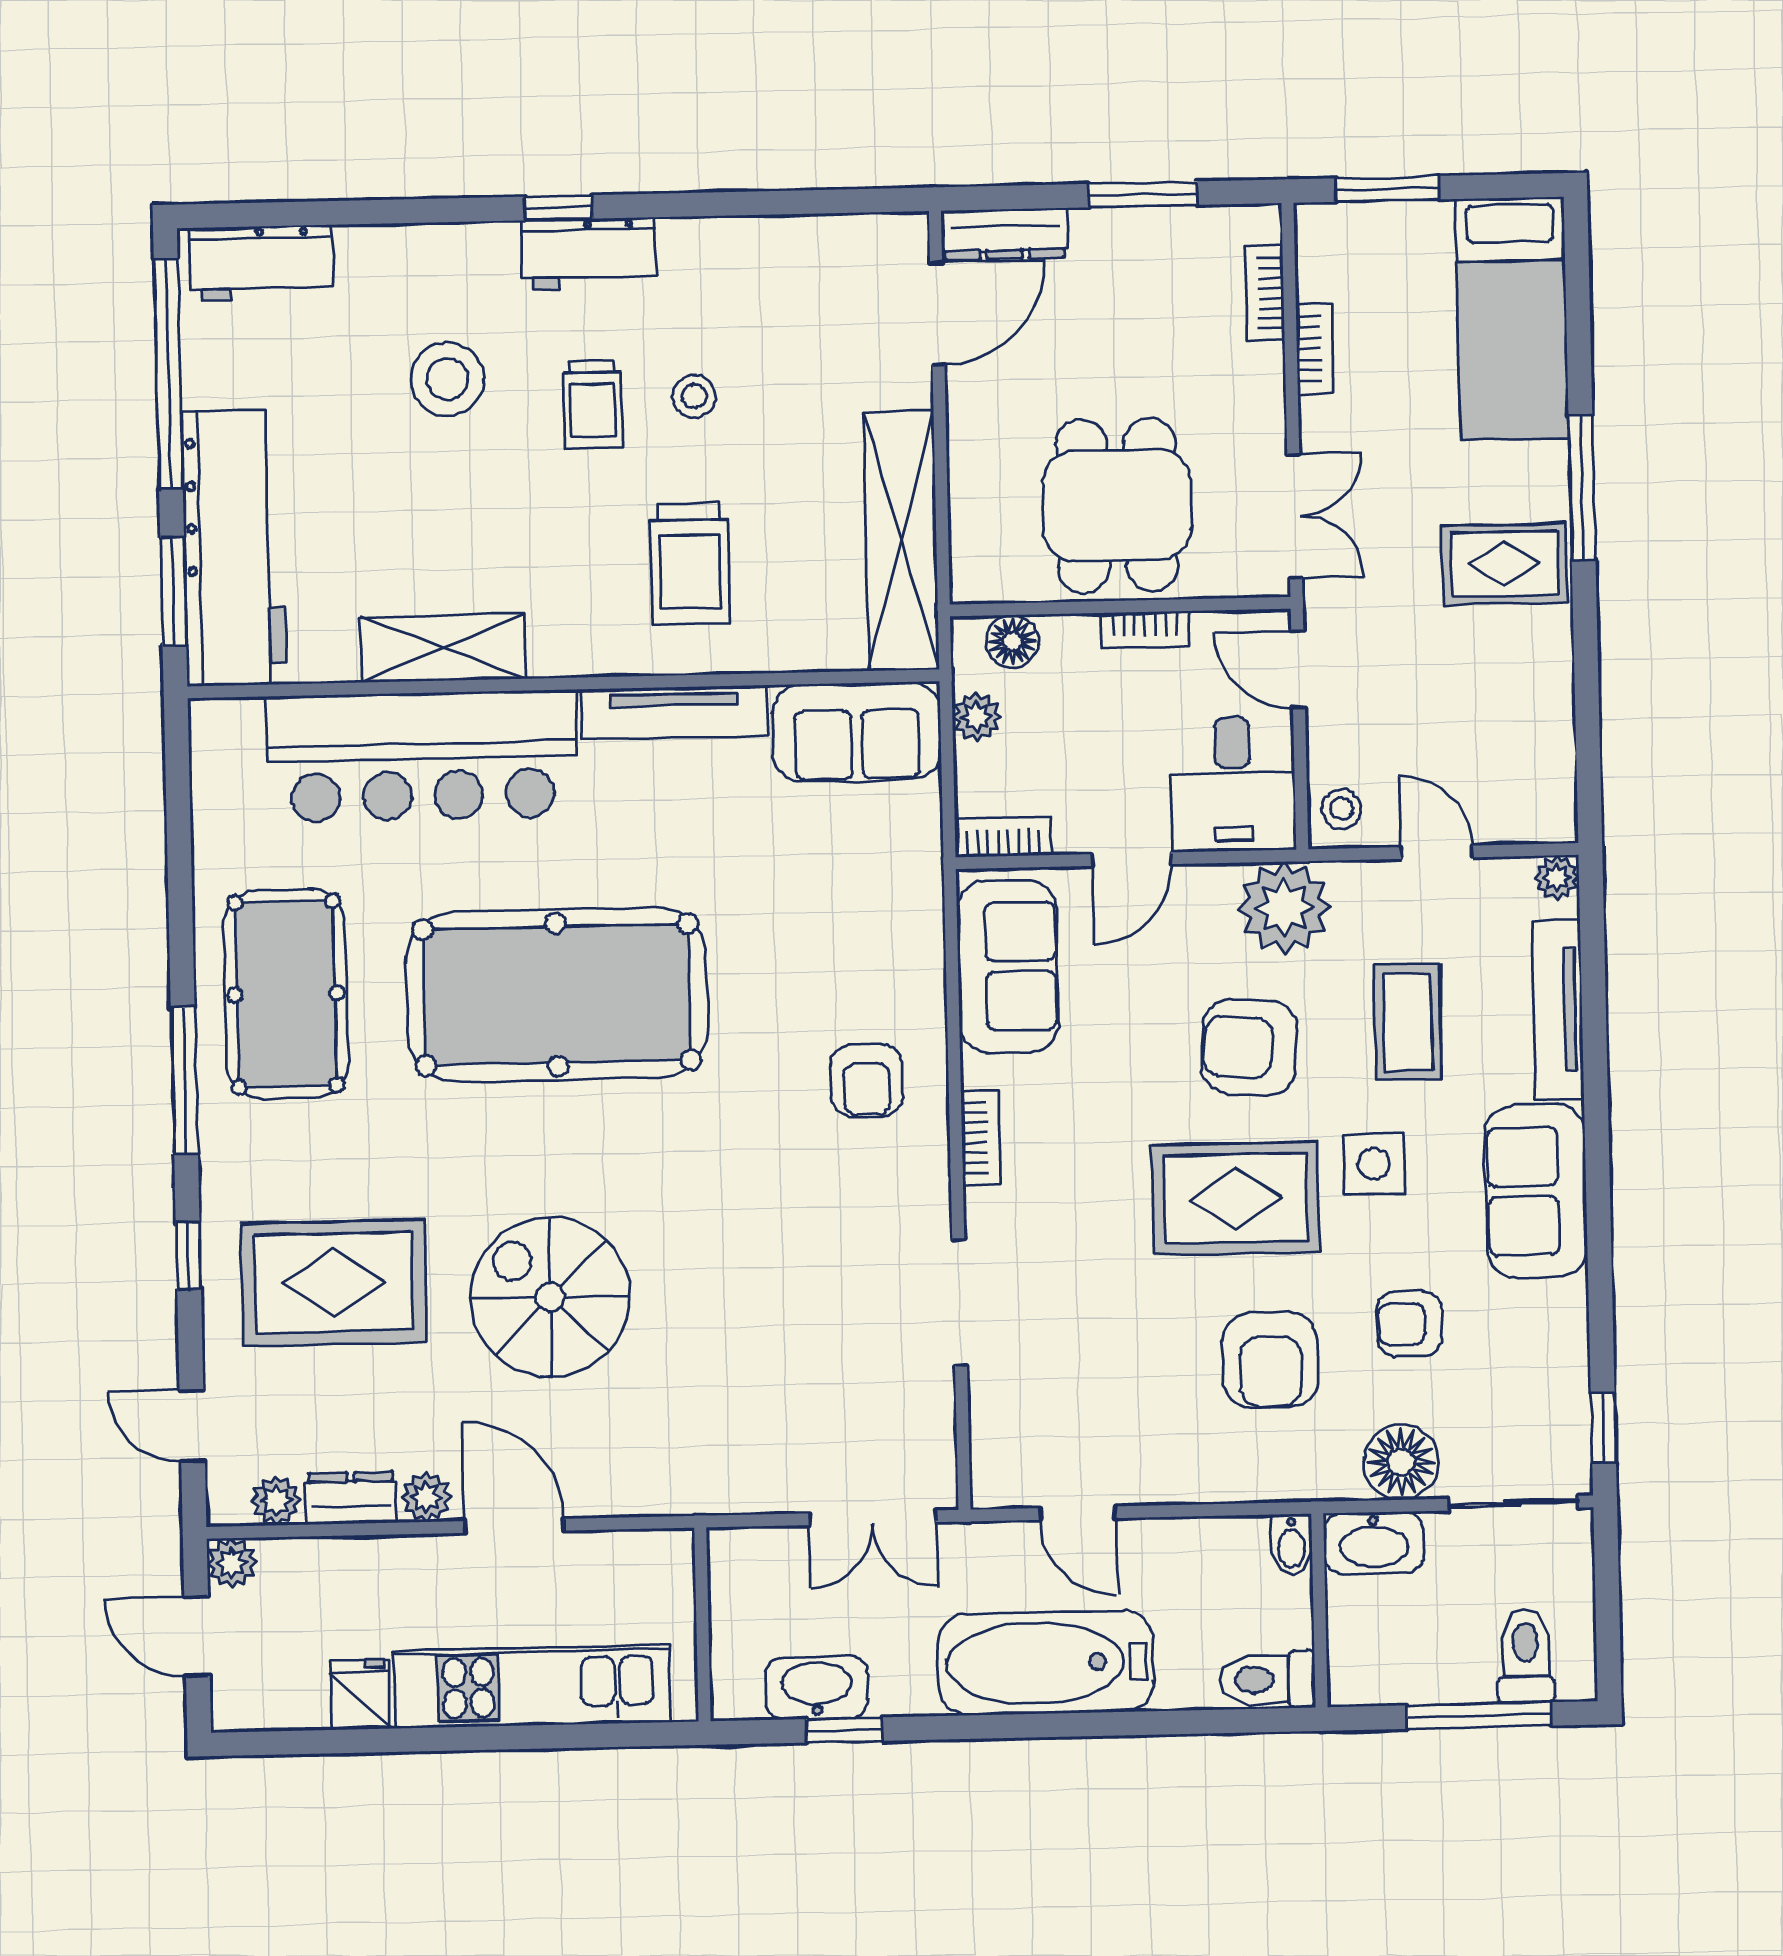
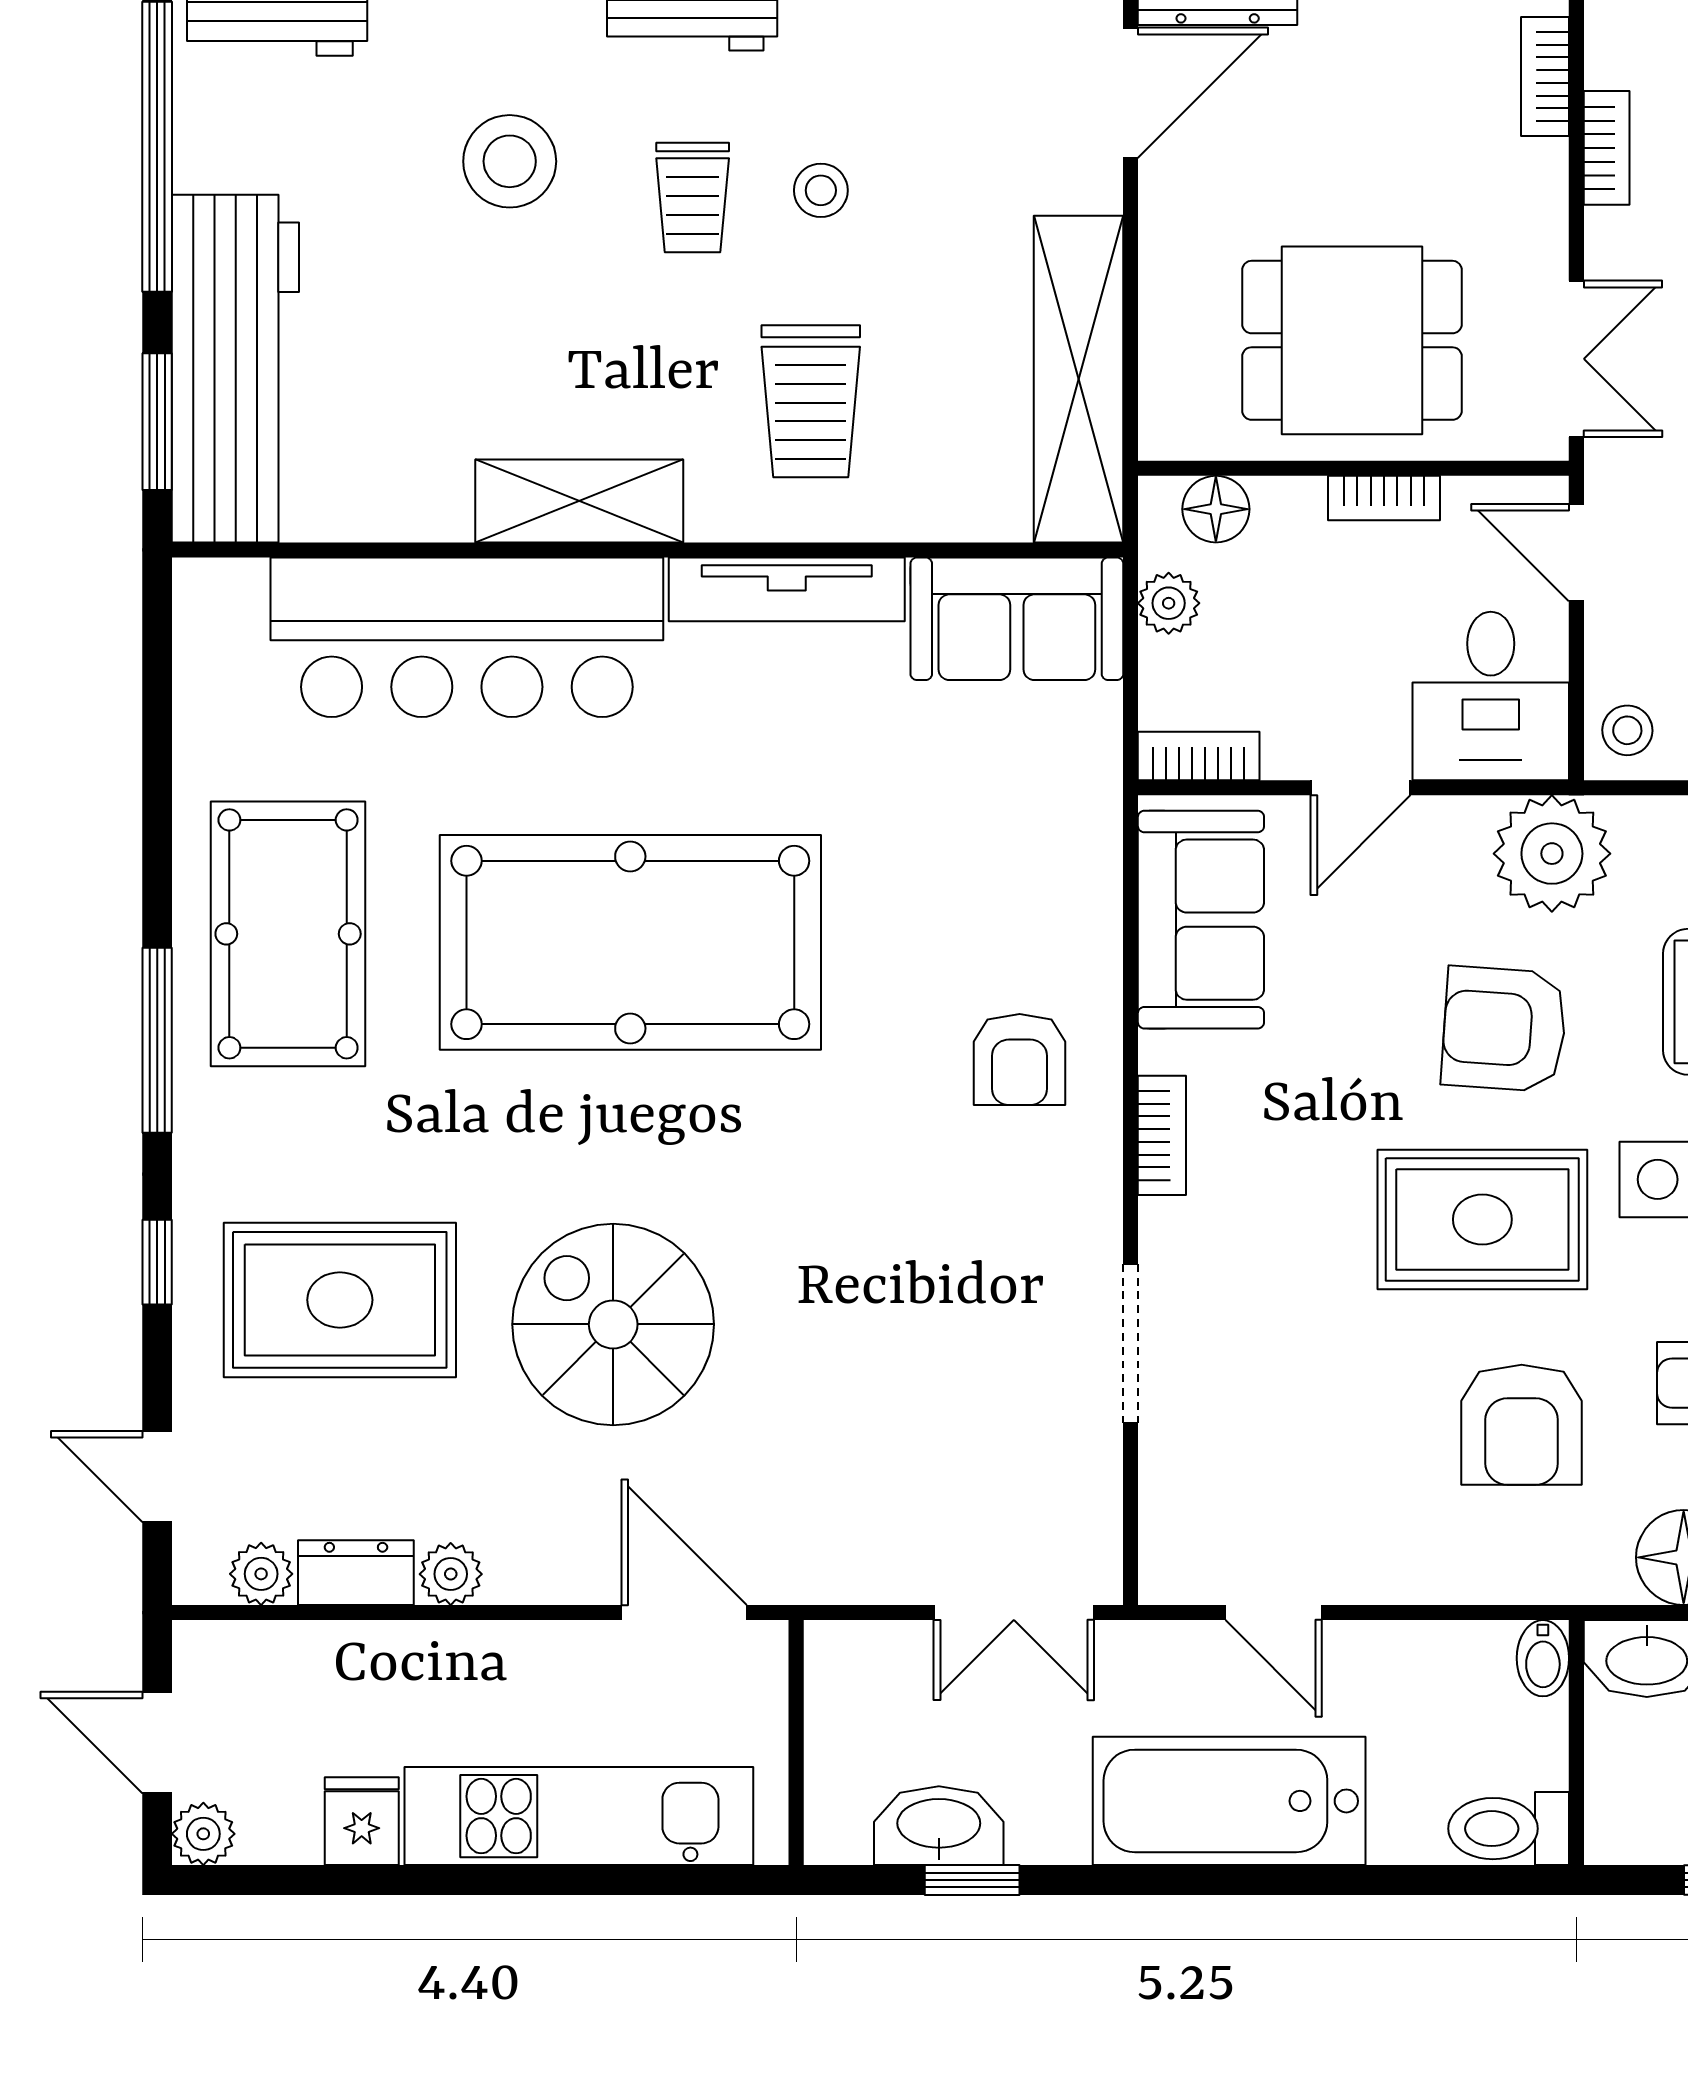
dining table: (1117, 505) -> (1352, 340), turned 90
shelving: (443, 648) -> (579, 501), moved
door: (514, 1526) -> (684, 1613), moved
plant: (232, 1563) -> (203, 1834), moved

